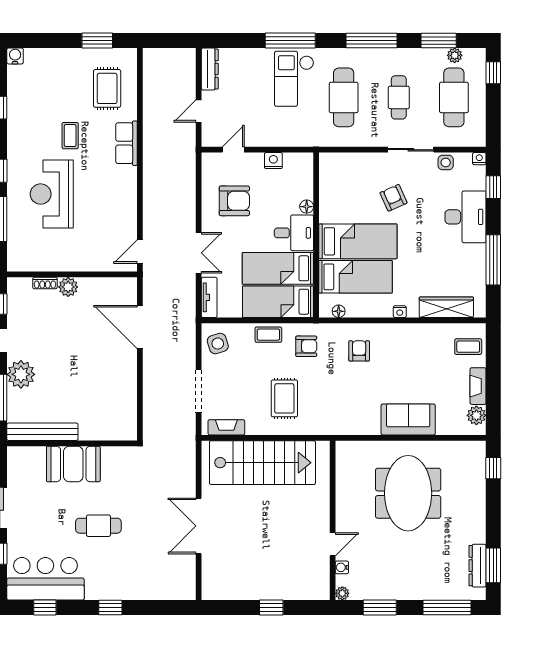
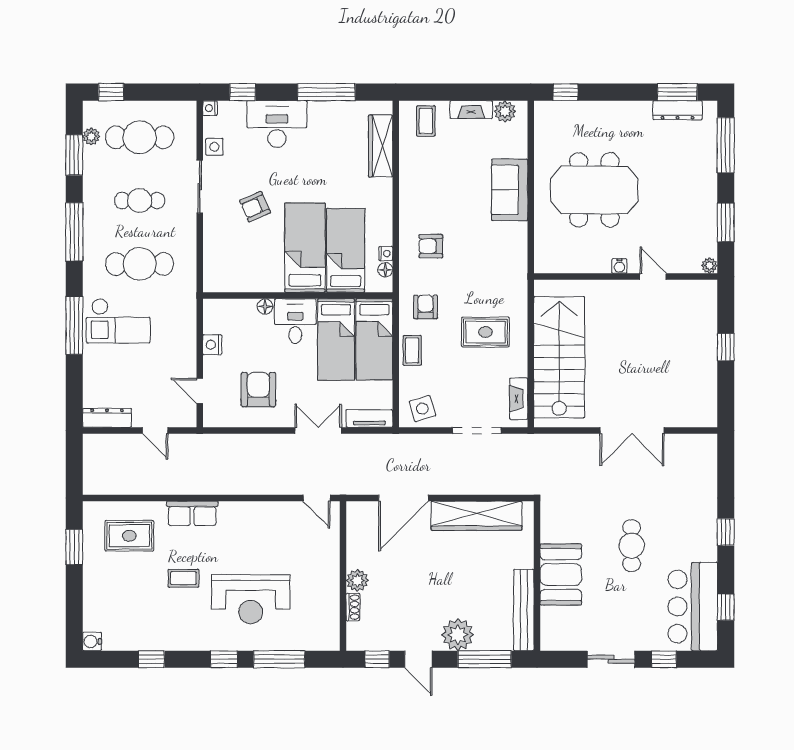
nightstand: (400, 312) -> (386, 253), moved
wardrobe: (124, 391) -> (477, 516), added
water cooler: (342, 567) -> (619, 266), moved

